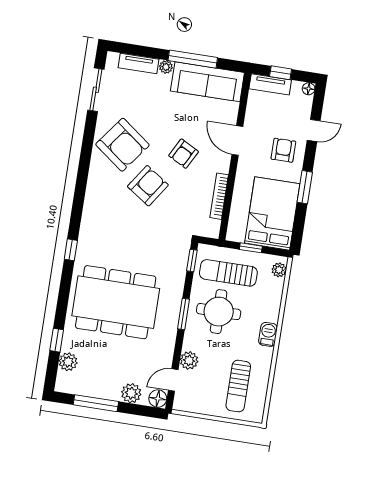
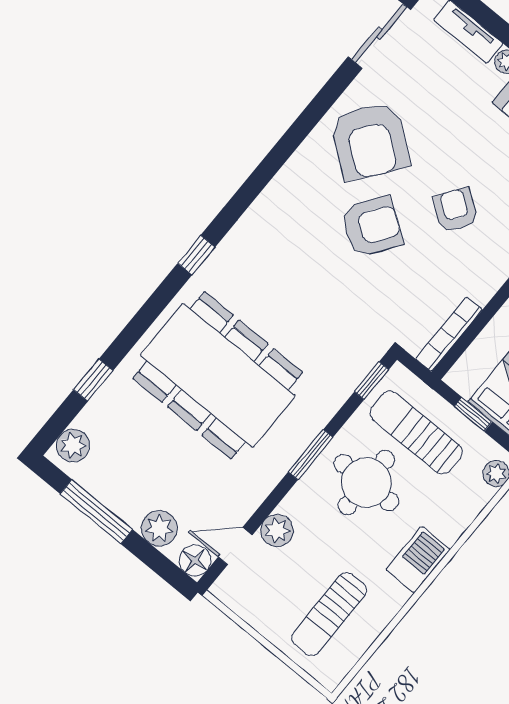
armchair: (184, 154) -> (455, 210), turned 97
bookcase: (219, 196) -> (449, 334), moved
barbecue: (268, 334) -> (418, 560), width x1.38, depth x1.27
plant: (68, 362) -> (73, 445), moved

